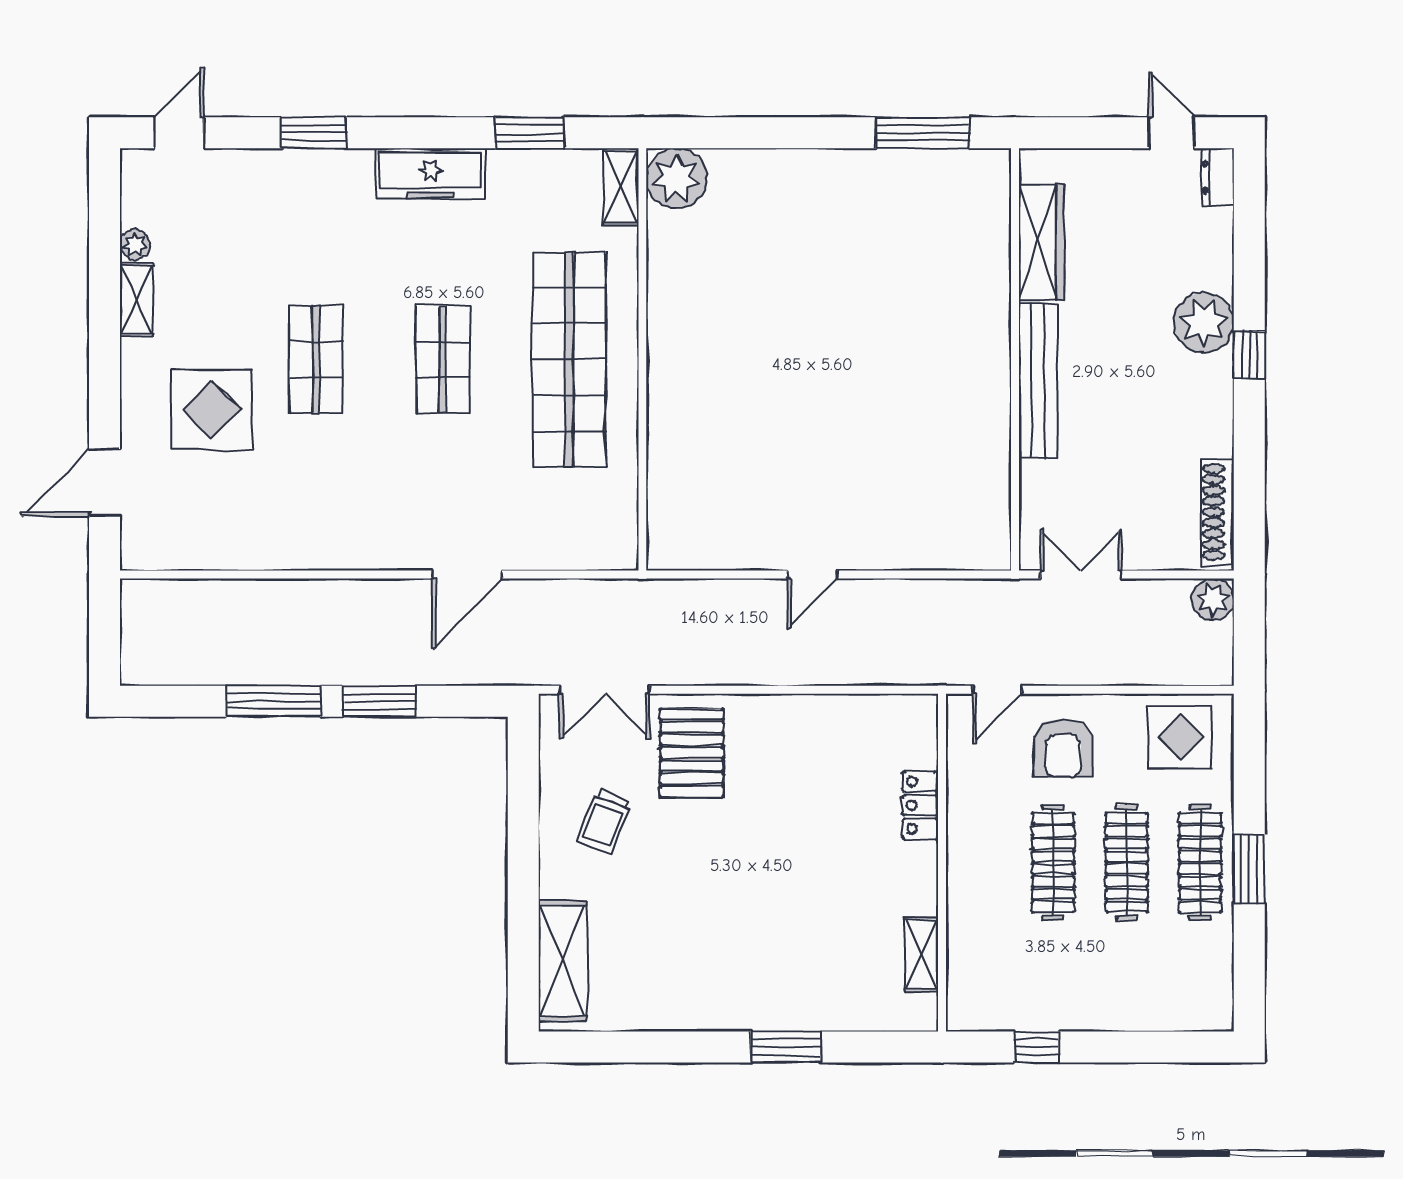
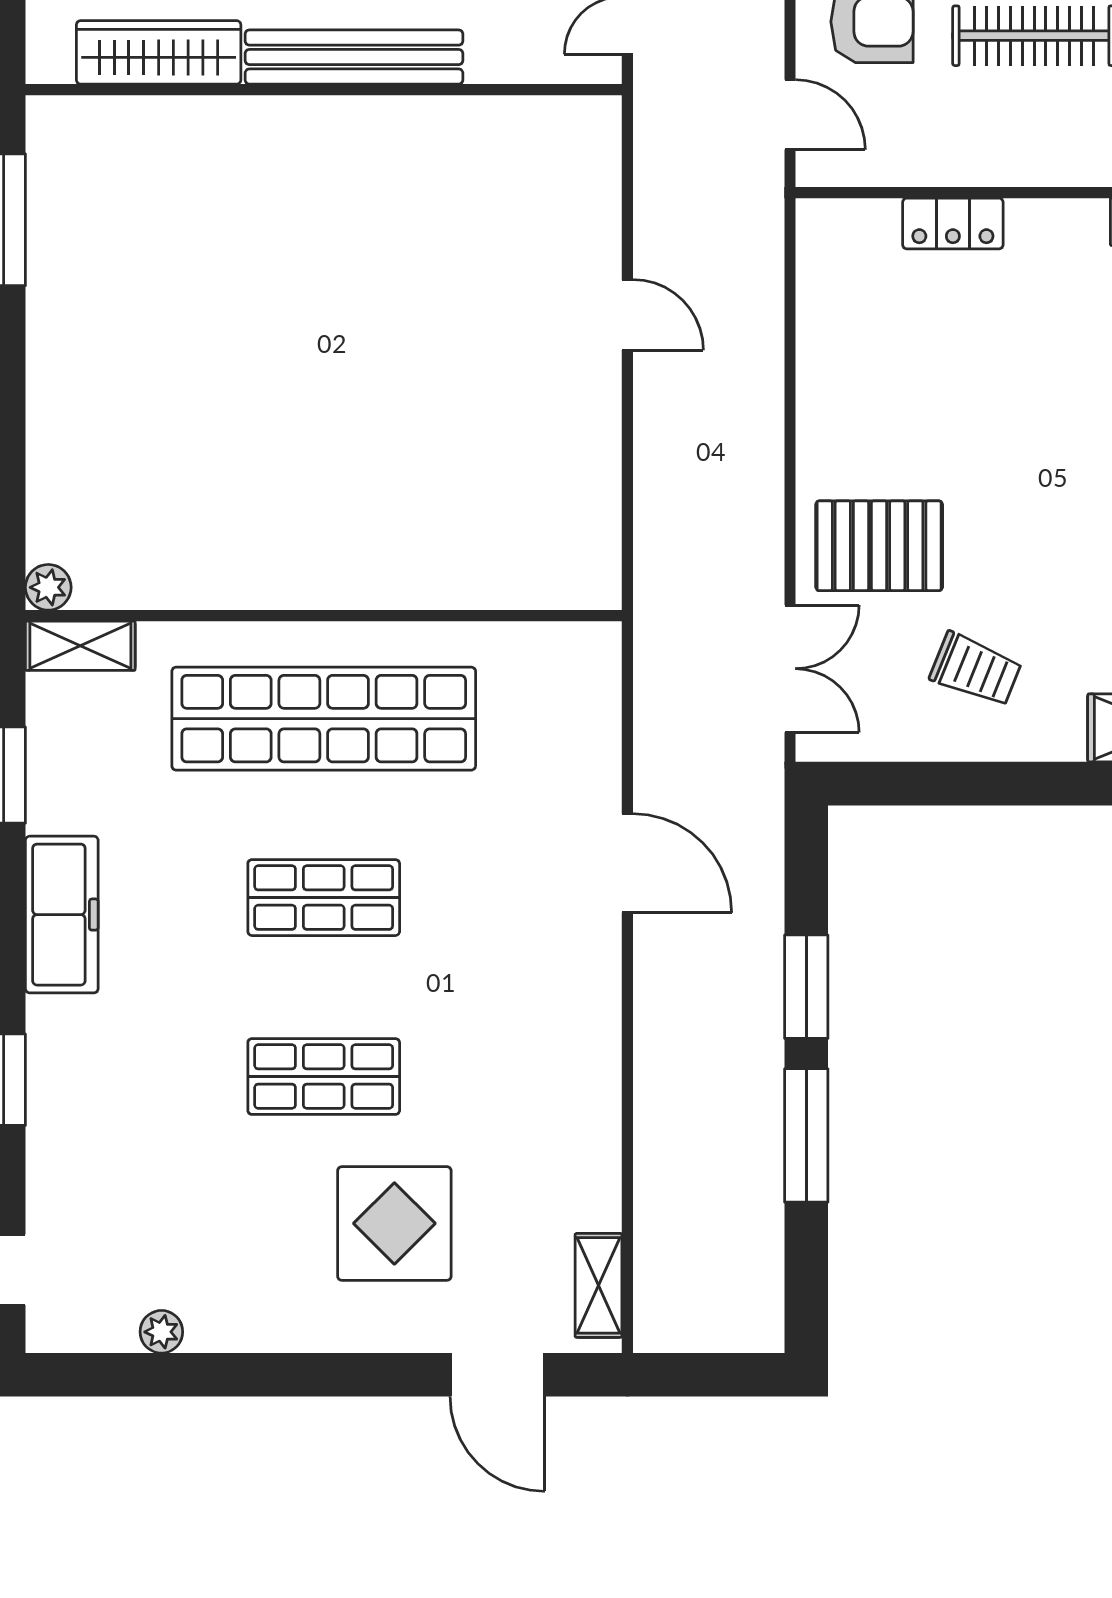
plant: (677, 178) -> (48, 587), width x0.53, depth x0.53
shelving: (136, 299) -> (599, 1285), moved, turned 90
door: (812, 575) -> (627, 315), moved

